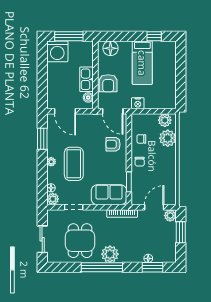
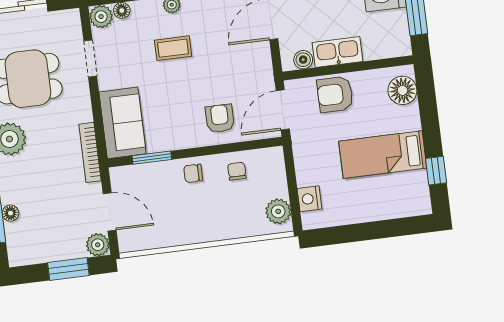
nightstand: (138, 103) -> (309, 199), moved
plant: (168, 138) -> (245, 221), removed
coffee table: (74, 164) -> (173, 48), width x0.54, depth x0.58

